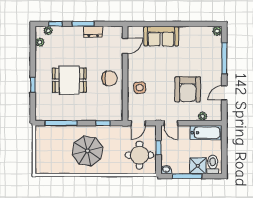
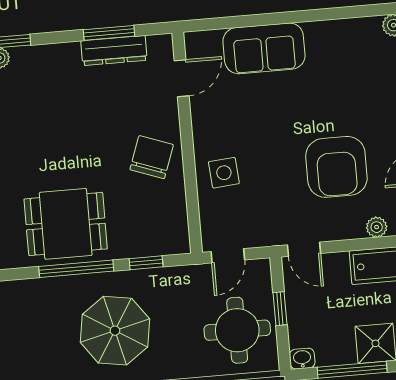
window: (83, 24) -> (109, 33), moved
dresser: (93, 32) -> (114, 51), width x1.44
chair: (109, 78) -> (152, 157), turned -70
dining table: (69, 80) -> (66, 224), moved
window: (61, 123) -> (76, 269), moved

